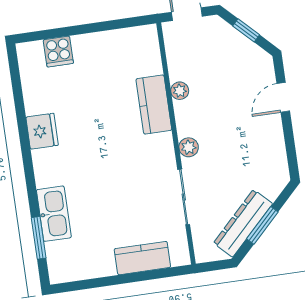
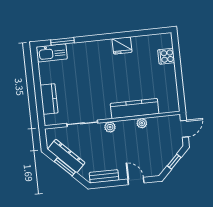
kitchen counter: (154, 105) -> (135, 109), width x1.50
bench: (277, 155) -> (104, 176), added
kitchen sink: (54, 214) -> (52, 53), moved

